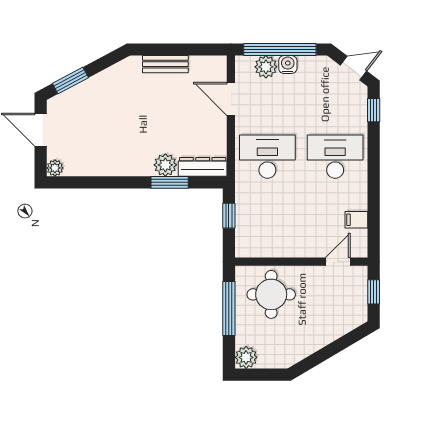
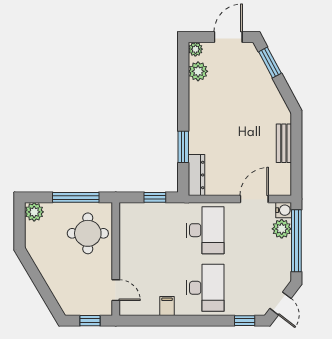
water cooler: (288, 65) -> (284, 210), moved
plant: (165, 165) -> (198, 71), moved
filing cabinet: (356, 220) -> (167, 306), moved

